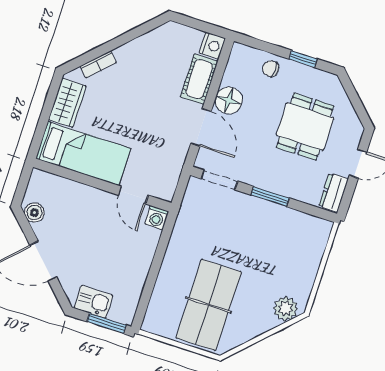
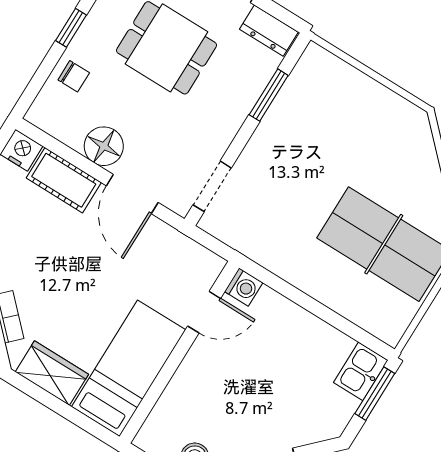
chair: (271, 69) -> (74, 76), turned -90
door: (201, 127) -> (132, 194), swing flipped
window: (270, 197) -> (269, 95), moved
kitchen sink: (93, 302) -> (361, 371), moved
plant: (286, 308) -> (415, 137), removed

